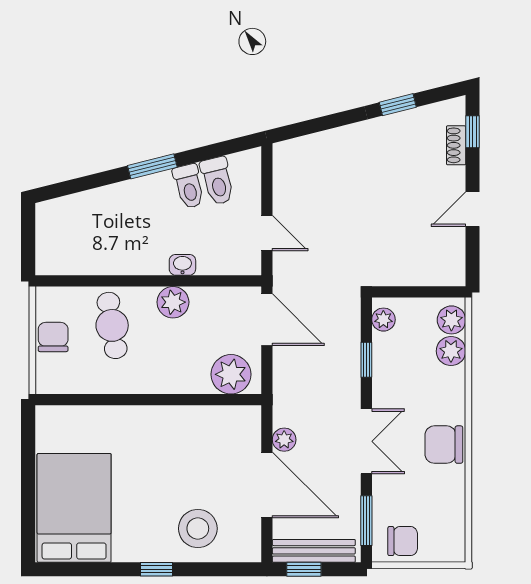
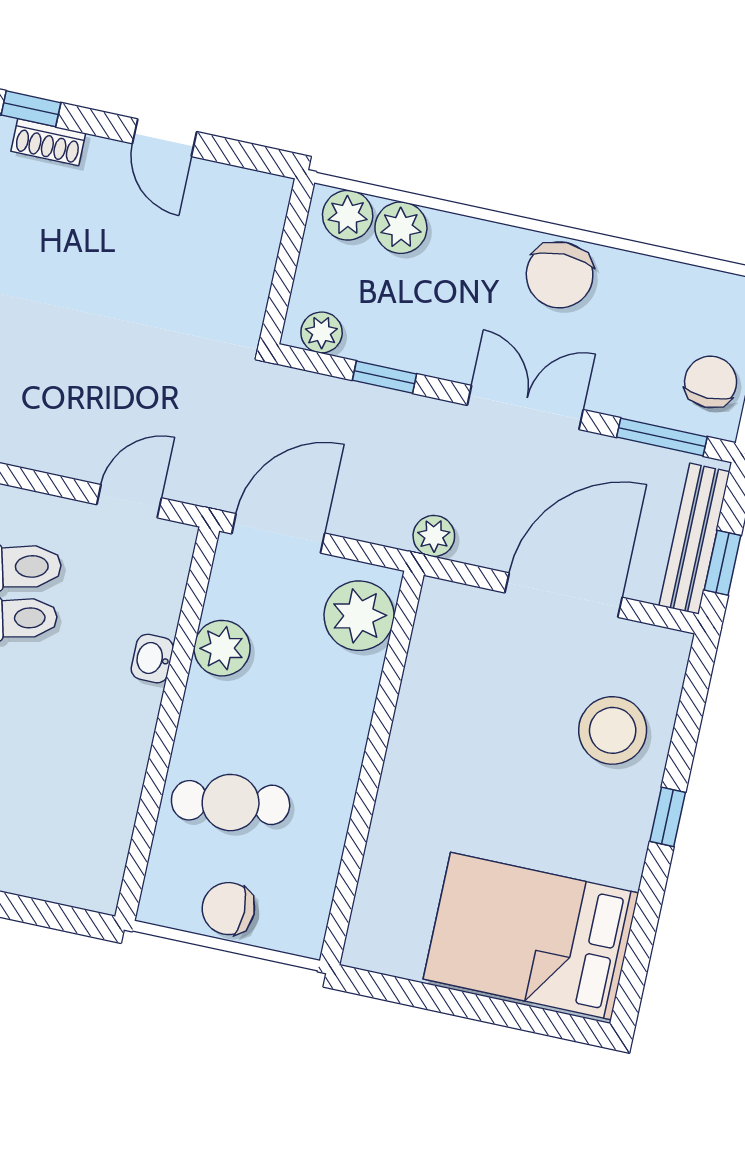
plant: (173, 302) -> (222, 648), moved
plant: (284, 440) -> (434, 536), moved

